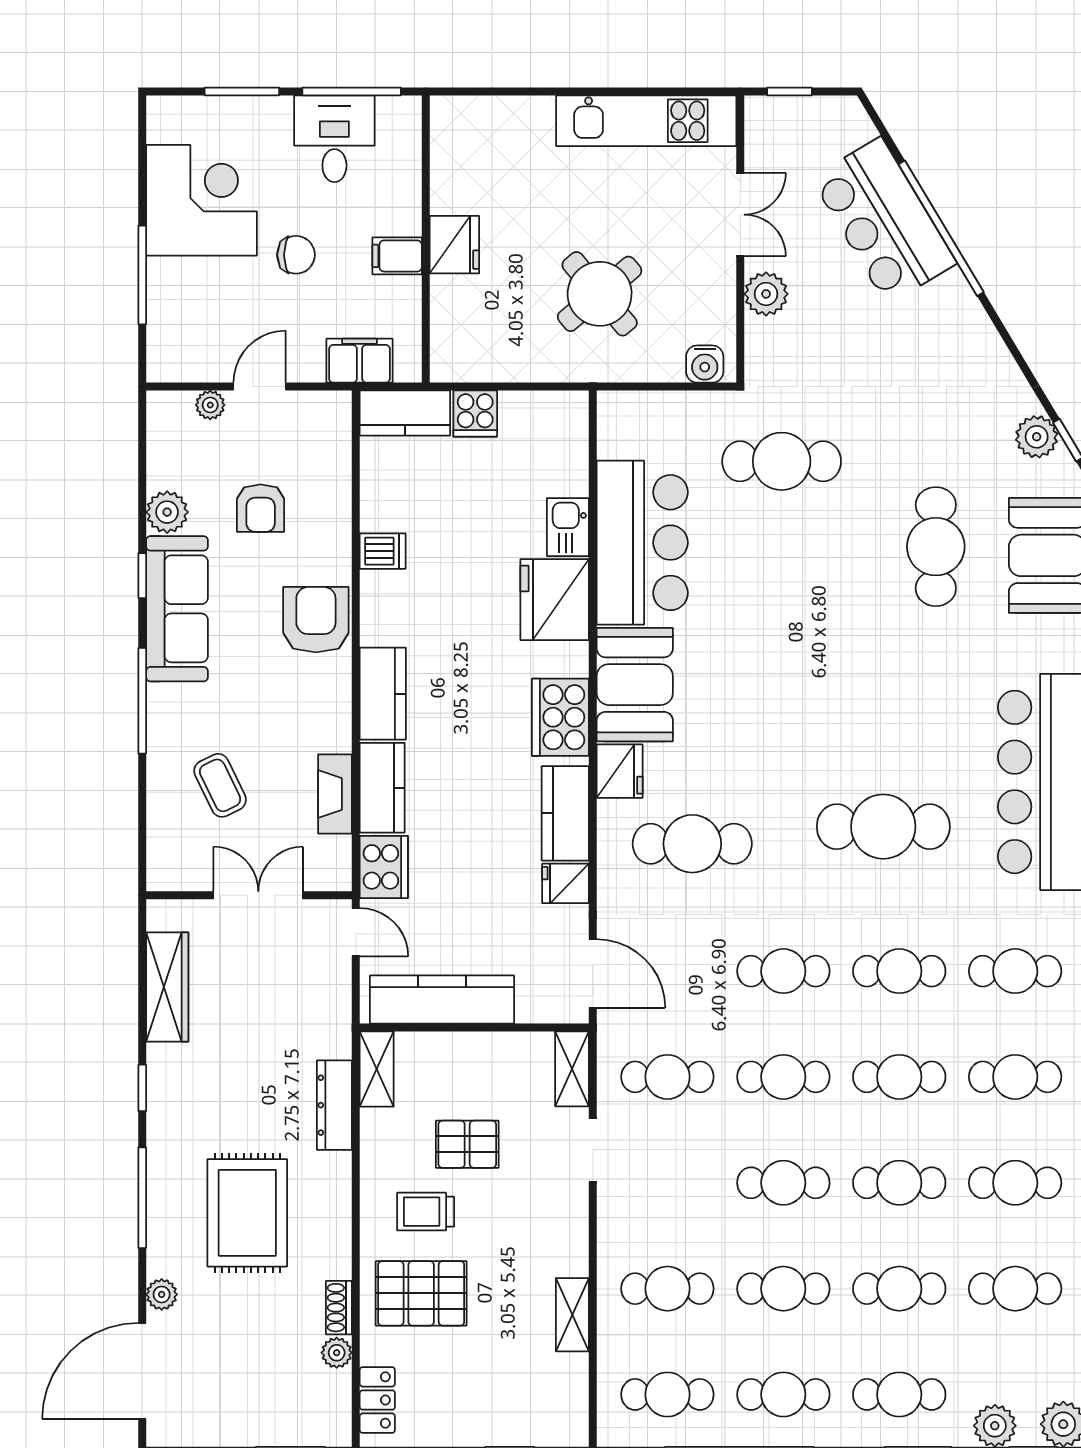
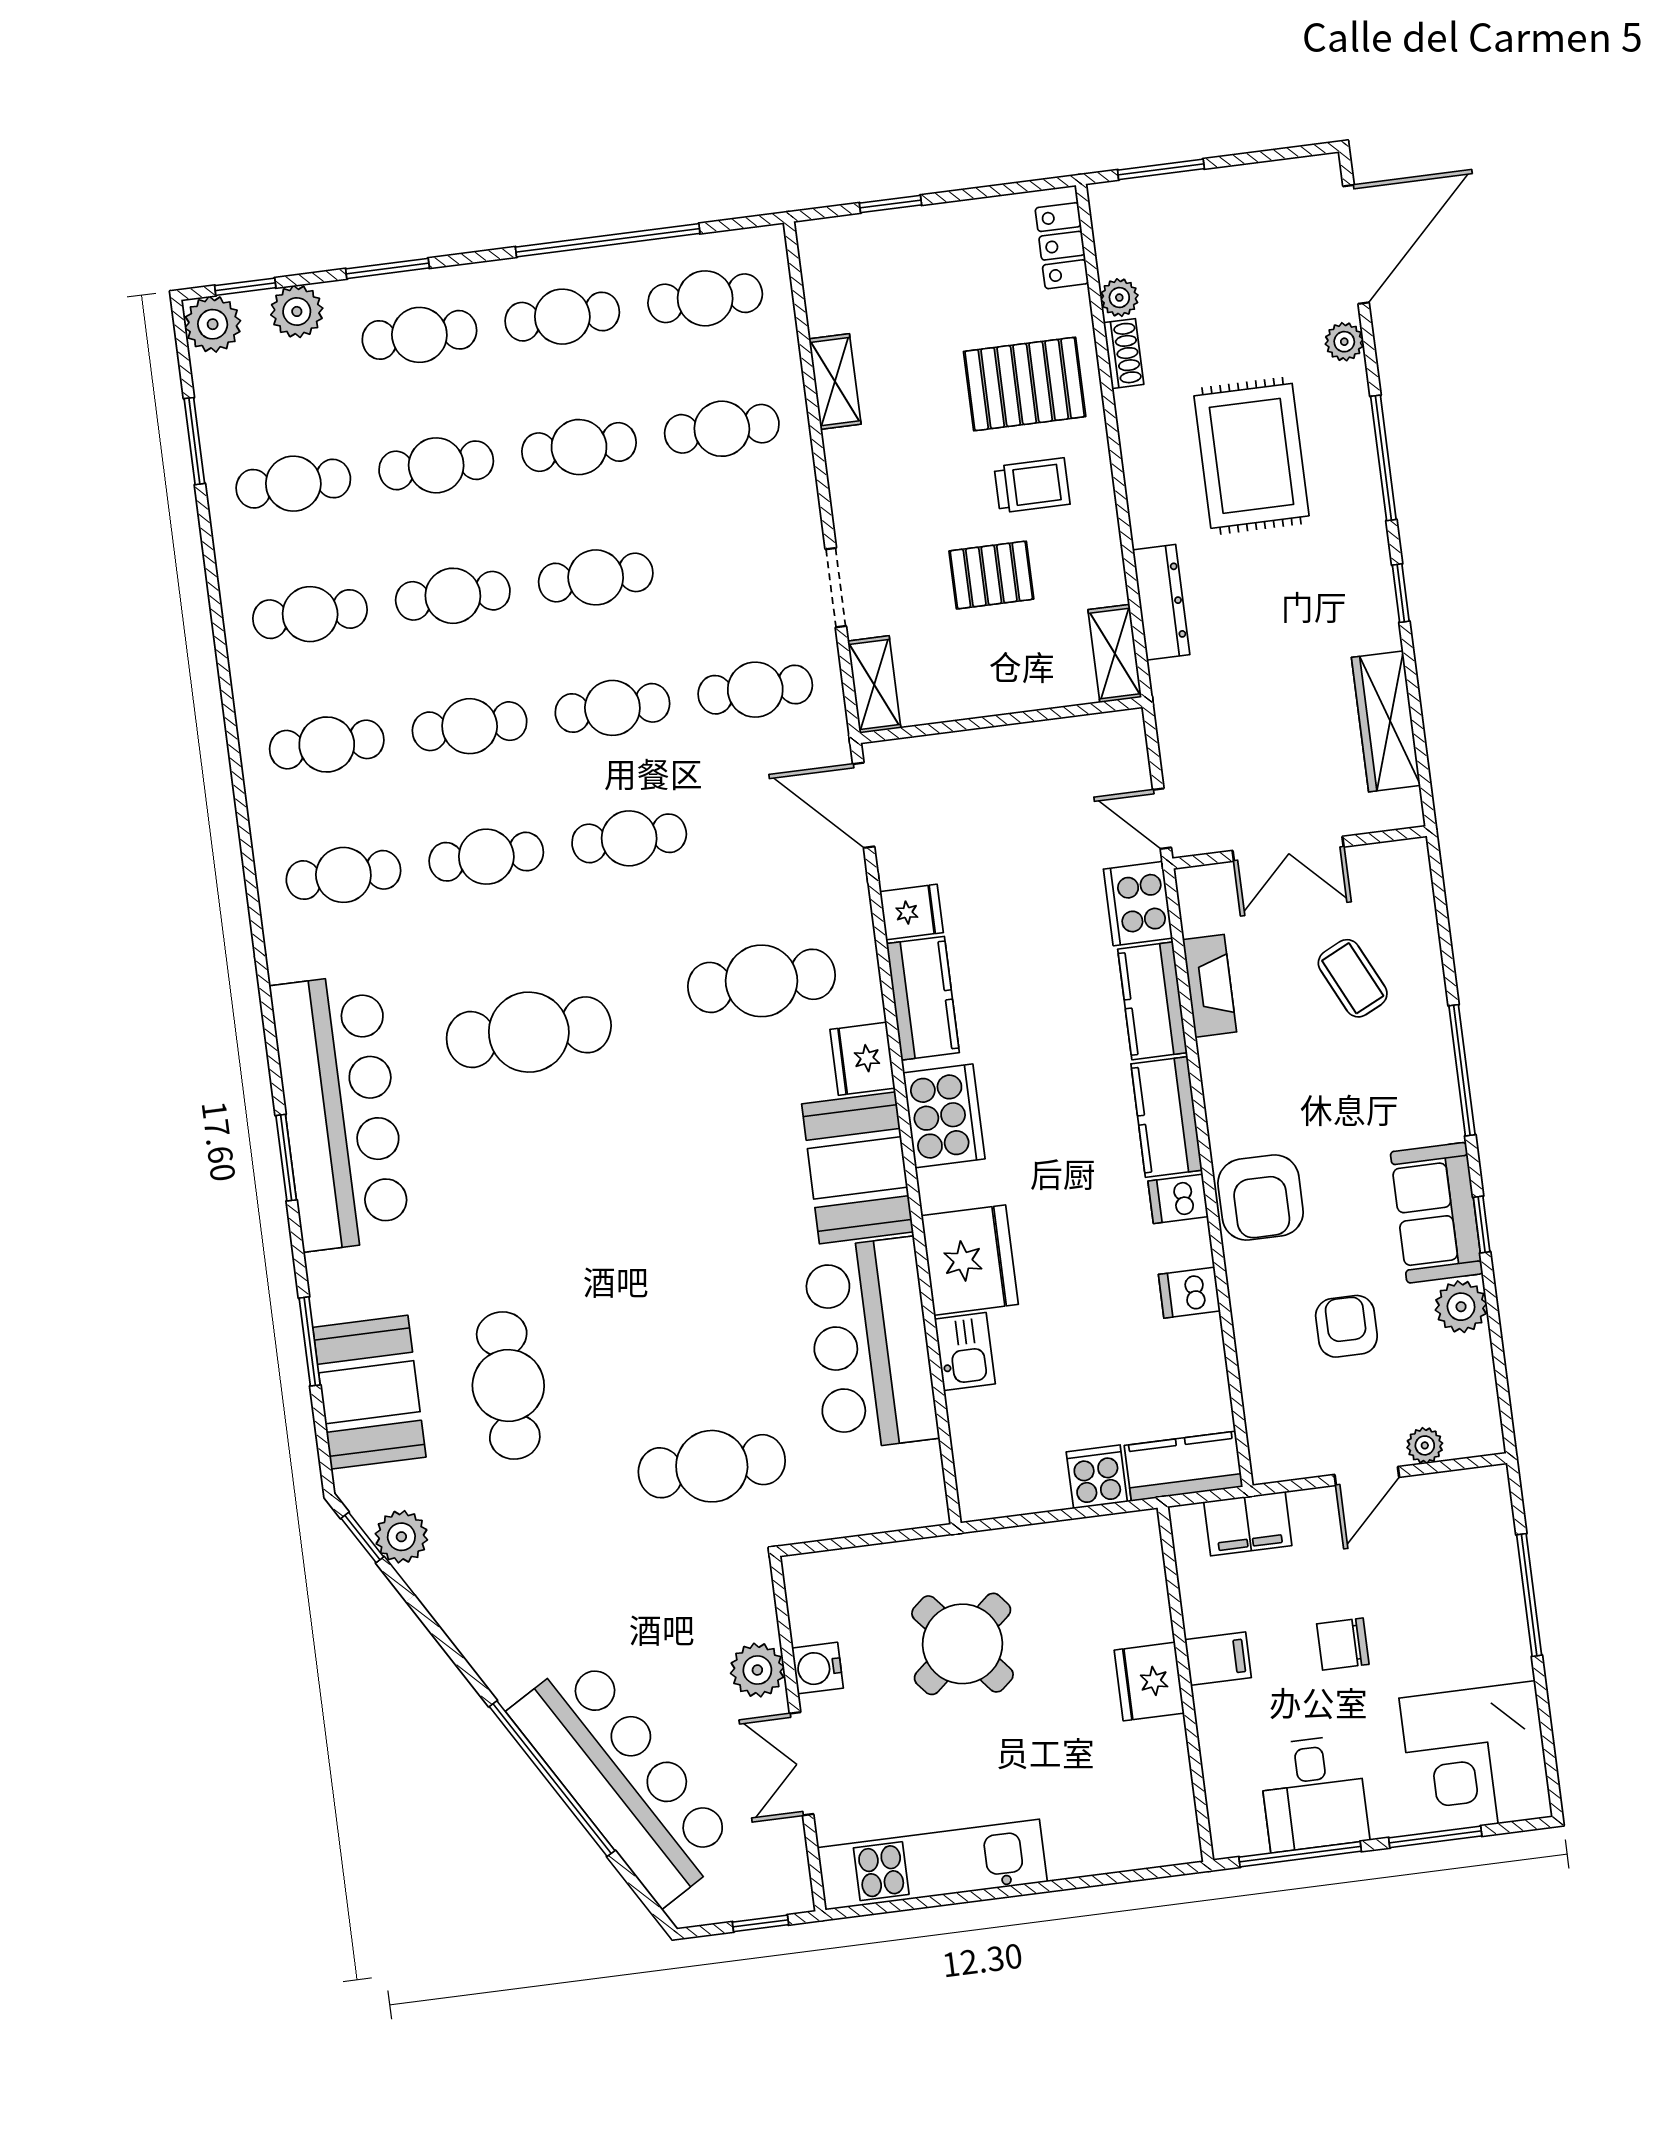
corner desk: (201, 200) -> (1476, 1758), moved
bar counter: (884, 221) -> (624, 1779), width x1.36
water cooler: (705, 364) -> (818, 1668), moved, turned -90
sofa: (177, 609) -> (1437, 1213), width x0.73
dishwasher: (382, 627) -> (1178, 1199), added
kitchen counter: (442, 1000) -> (1045, 749), removed

